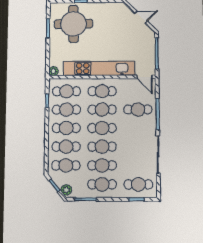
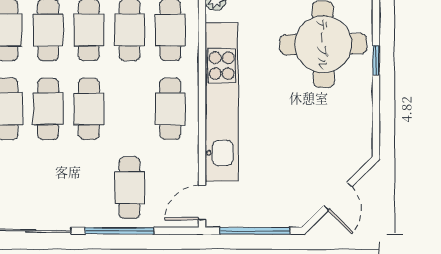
cafe table: (102, 110) -> (130, 109), removed

